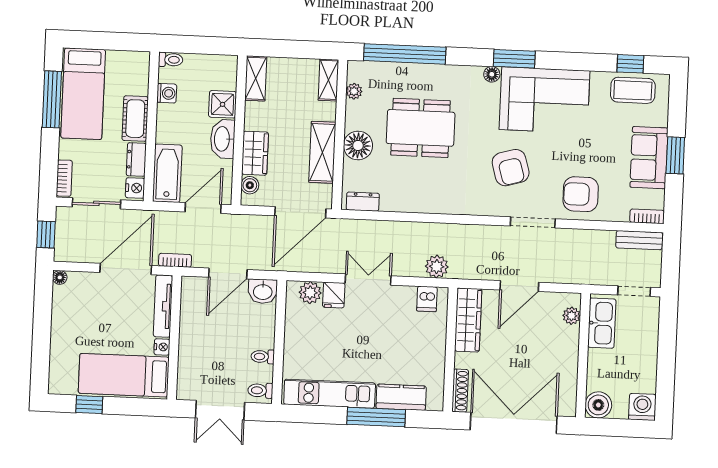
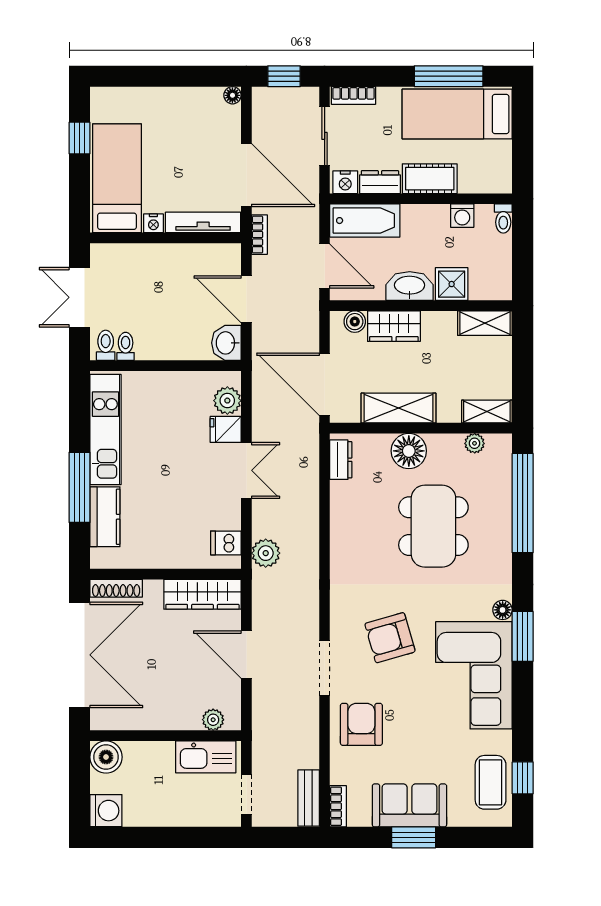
toilet: (263, 357) -> (126, 346), moved

